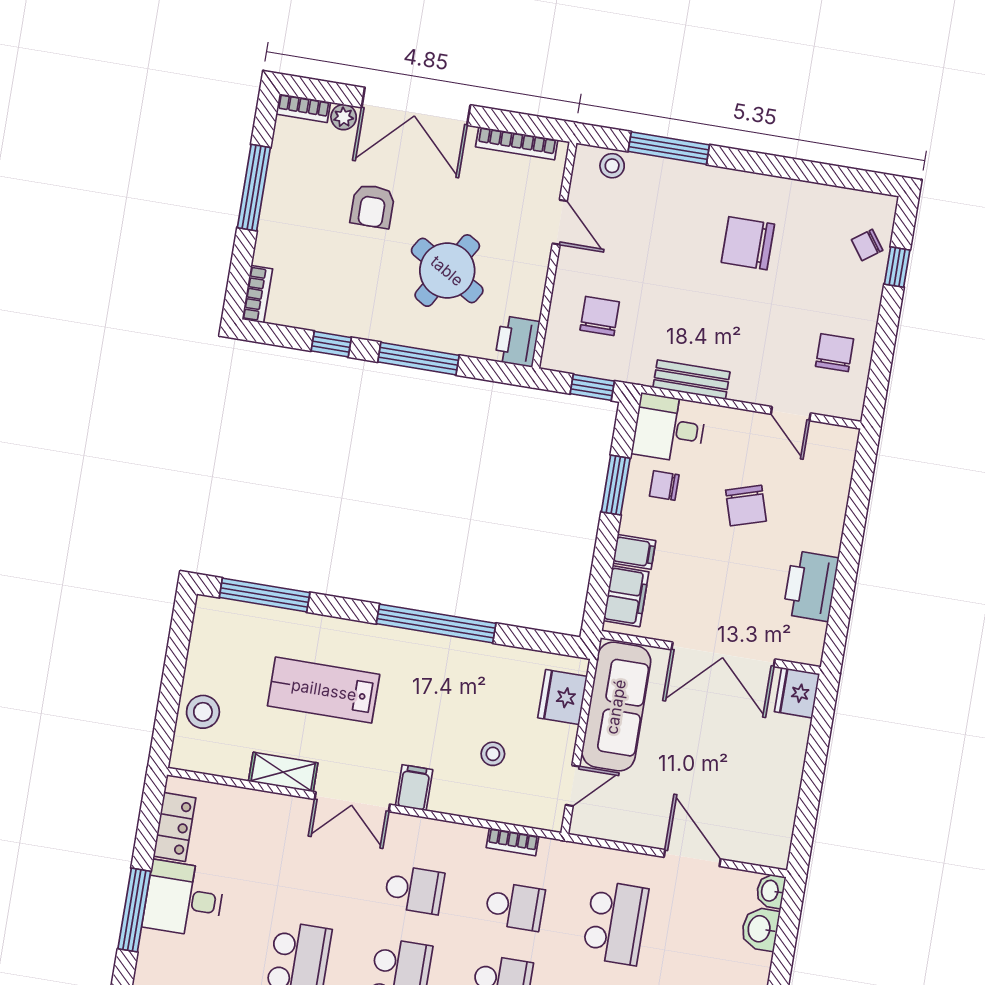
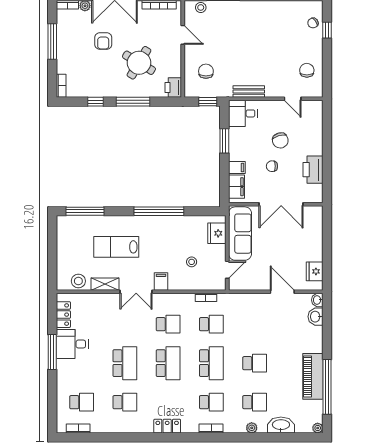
chair: (748, 243) -> (263, 30), removed
chair: (664, 486) -> (272, 166), moved
fridge: (797, 693) -> (315, 271), moved
stool: (203, 712) -> (78, 281), moved
school desk: (615, 923) -> (255, 324), removed

